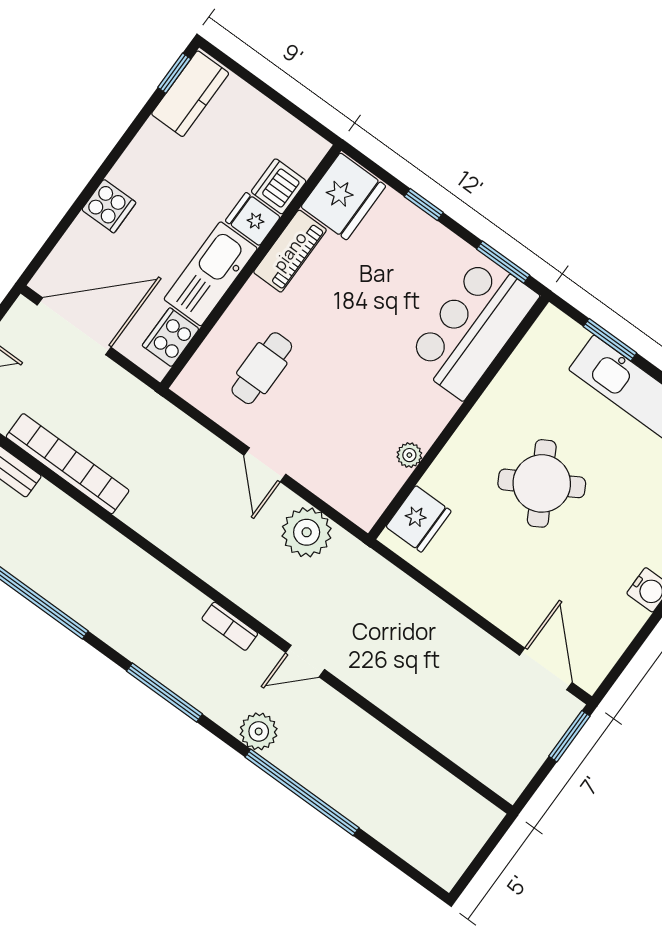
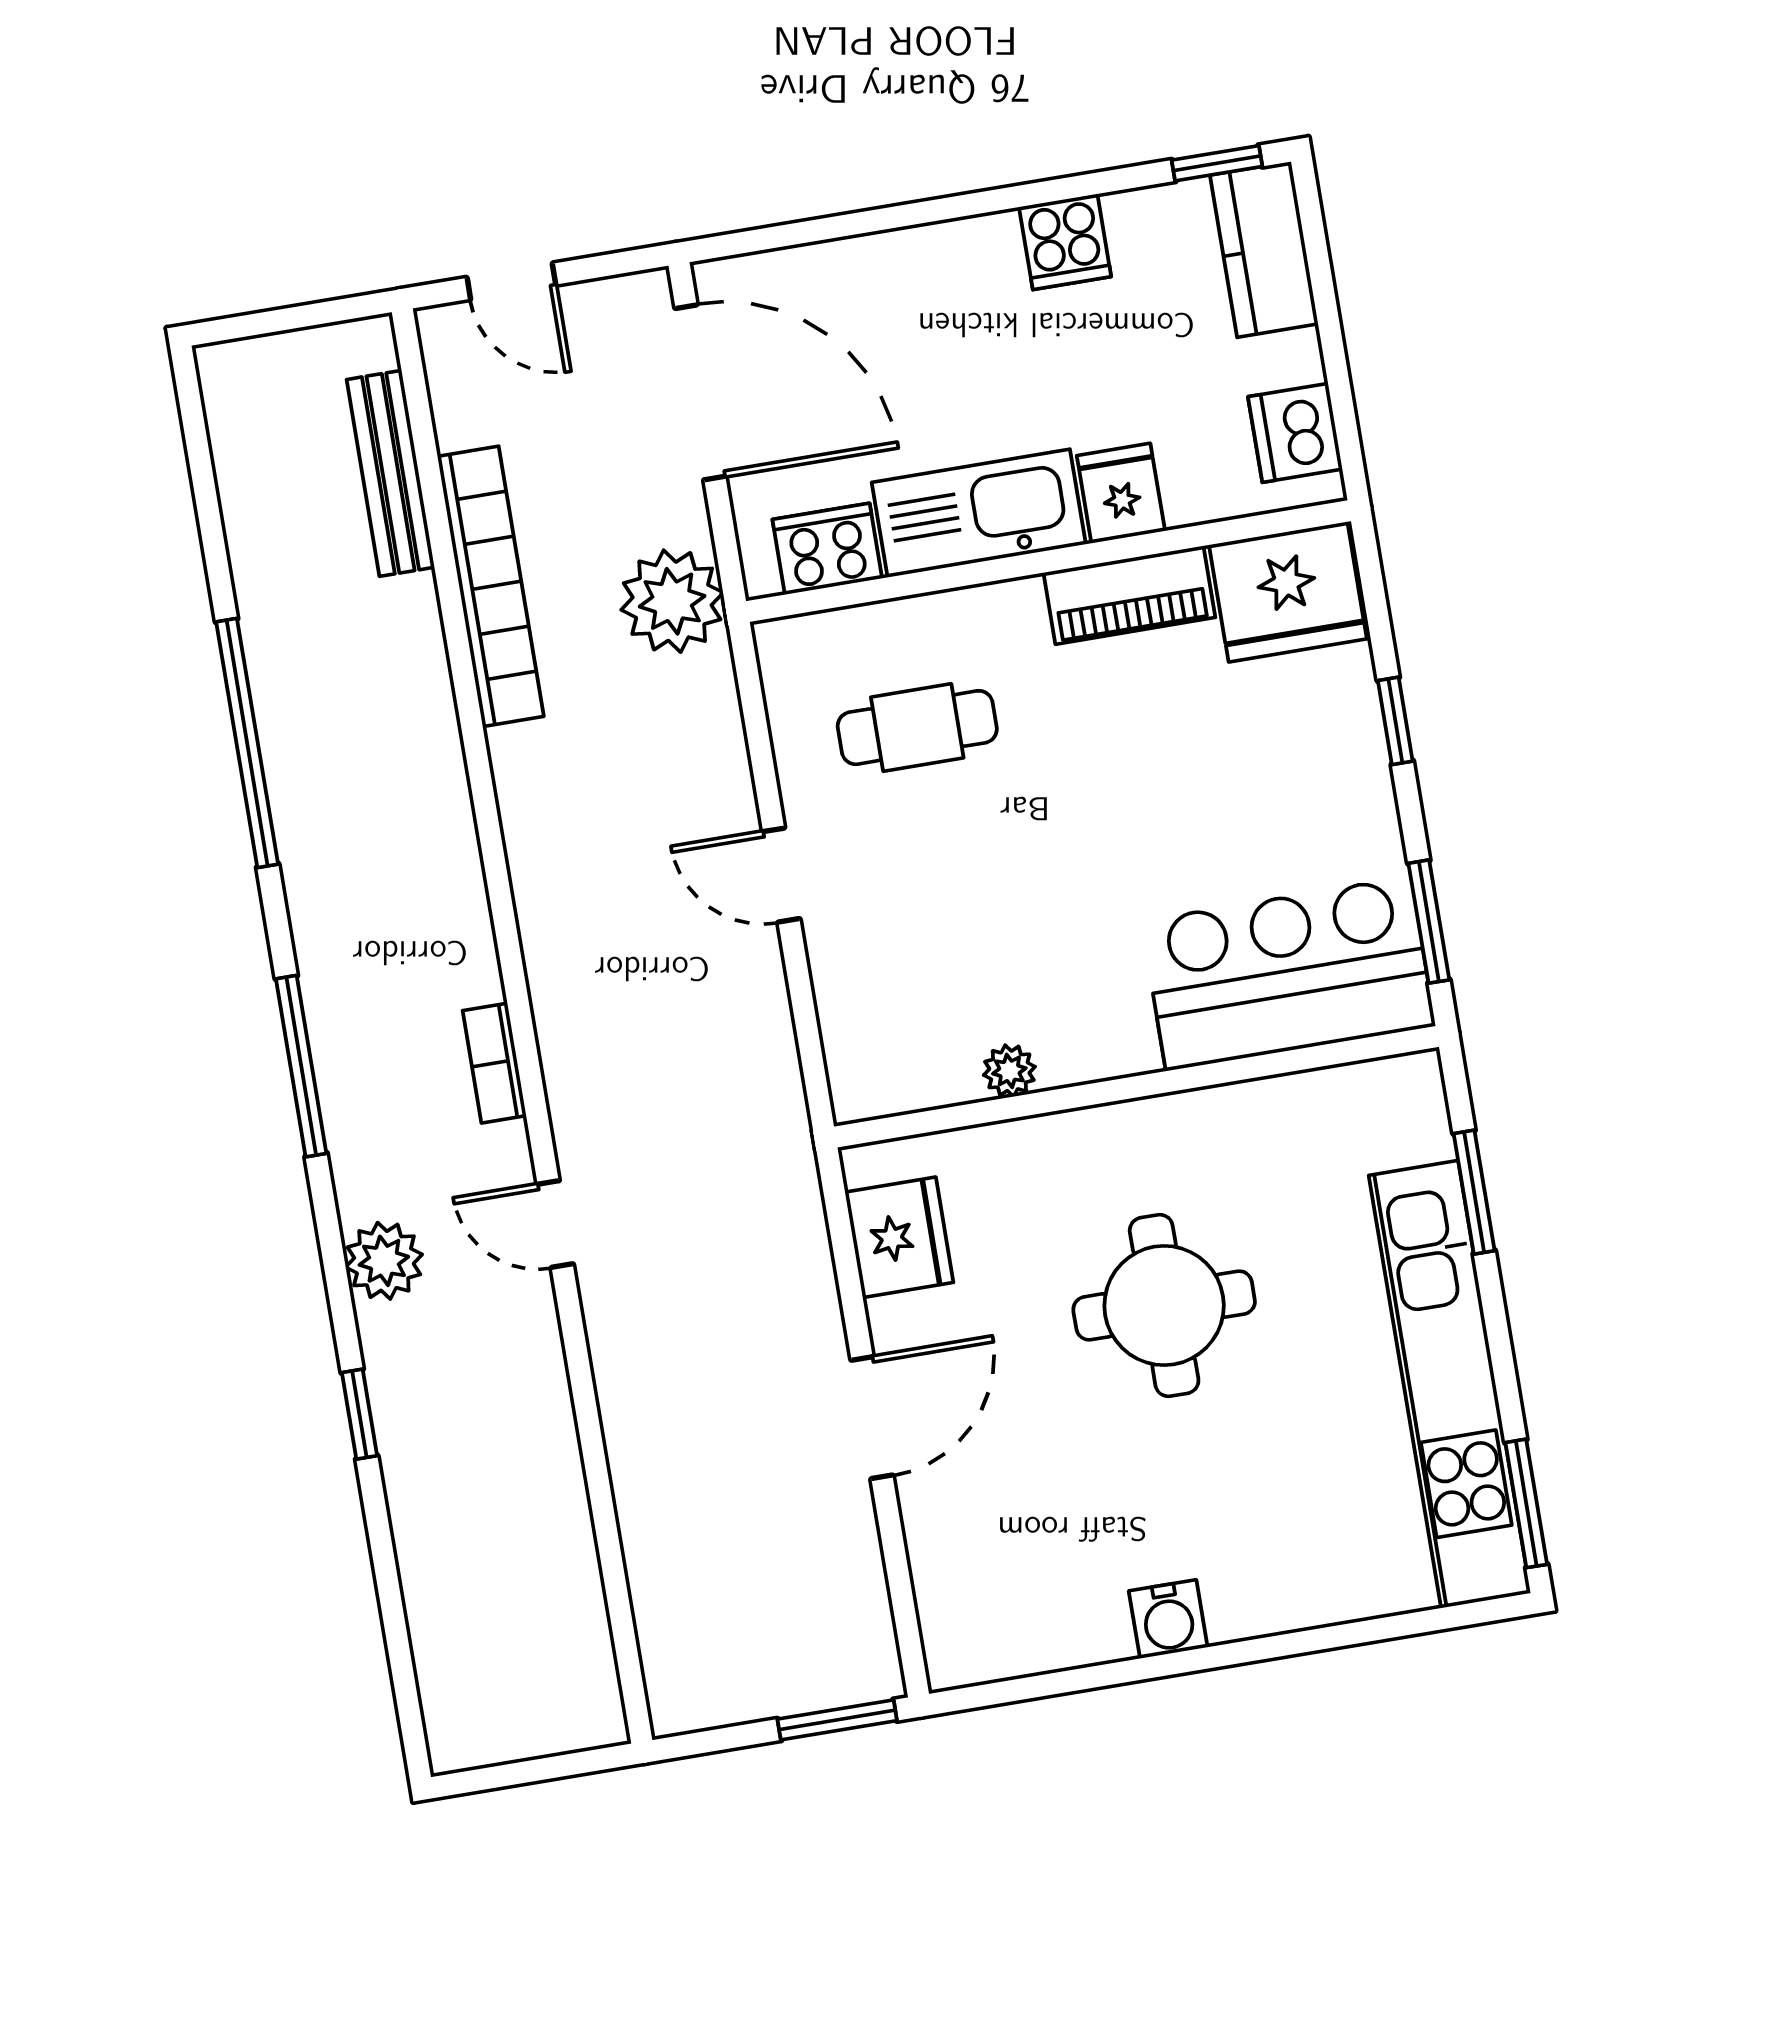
kitchen counter: (190, 94) -> (1264, 249), moved, turned 90
dishwasher: (279, 186) -> (1295, 433), moved, turned -90
cooker: (109, 206) -> (1065, 242), moved
door: (265, 465) -> (781, 875), hinge flipped
round table: (542, 483) -> (1164, 1305), turned 30
fridge: (419, 519) -> (899, 1237), moved, turned -90
plant: (307, 532) -> (672, 601), moved
door: (546, 669) -> (872, 1418), moved
window: (302, 792) -> (359, 1414), width x0.32

